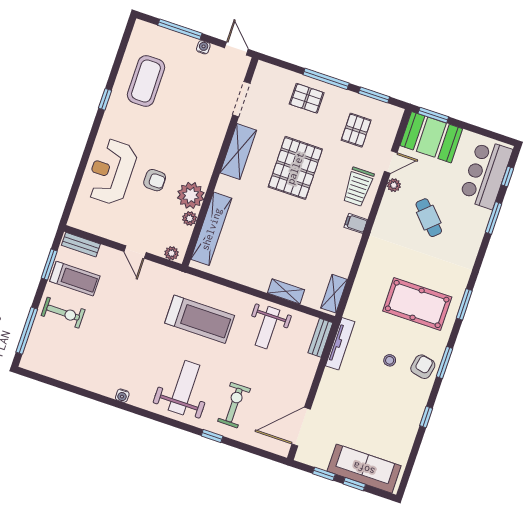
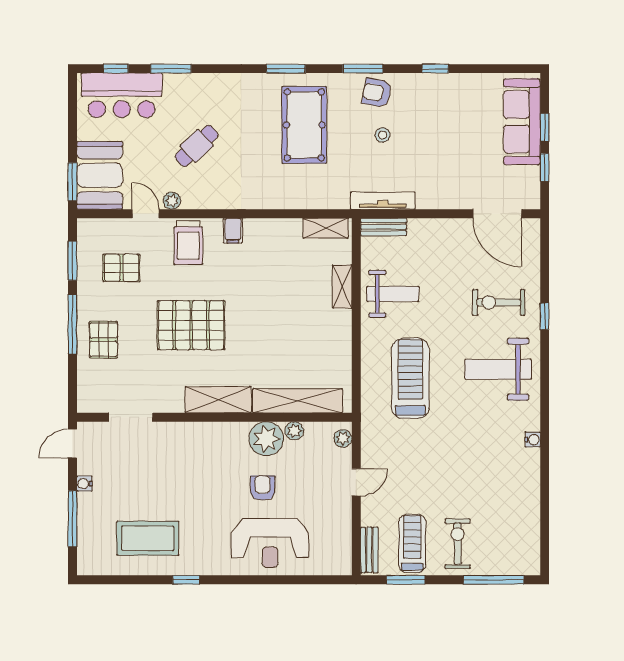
shelving: (238, 152) -> (218, 400), moved
trolley: (358, 187) -> (188, 243), turned 90

